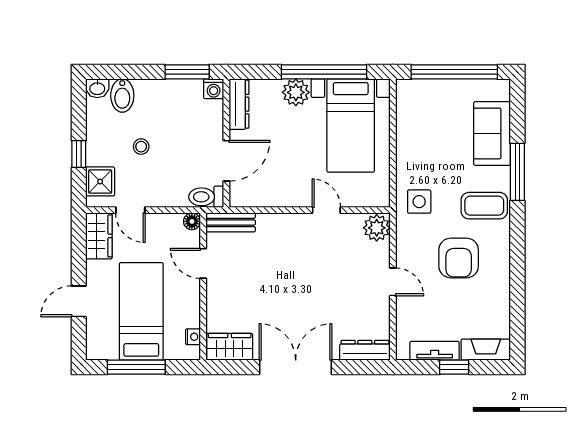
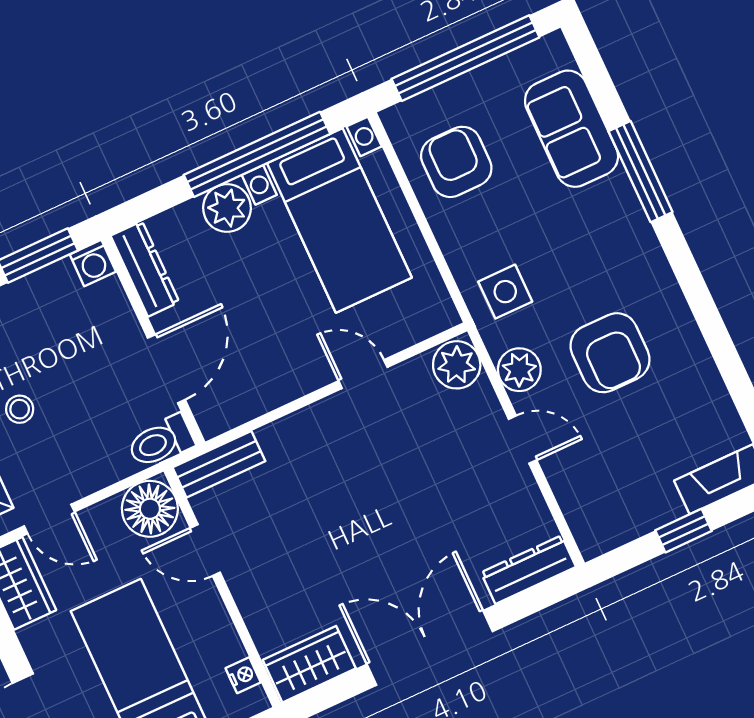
armchair: (425, 123) -> (456, 162), added
coffee table: (484, 206) -> (612, 250), removed
floor lamp: (192, 221) -> (150, 509), width x1.89, depth x1.89
plant: (408, 245) -> (519, 370), added
tv unit: (435, 351) -> (640, 519), removed

